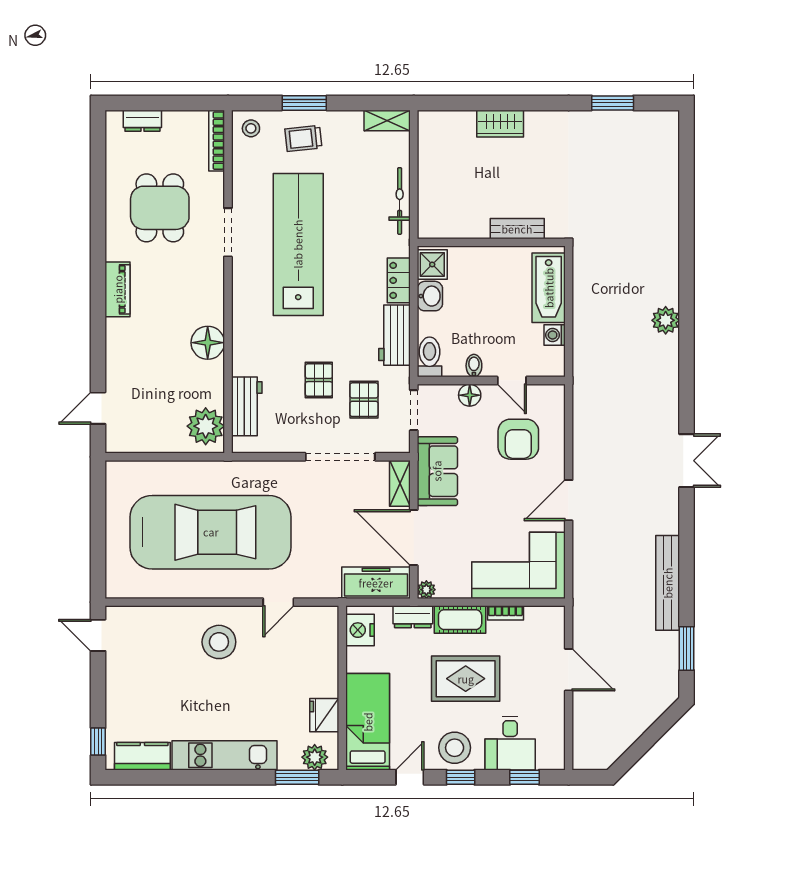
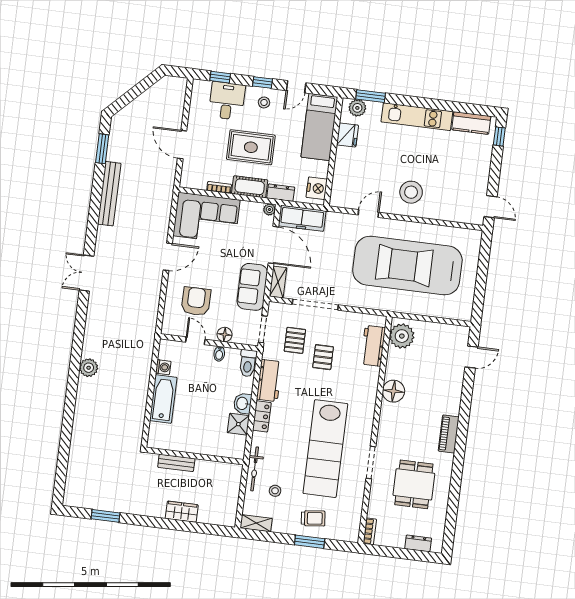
stool: (251, 128) -> (275, 491), moved
bookcase: (217, 141) -> (370, 531), width x0.64
bench: (517, 229) -> (176, 463), moved
wall: (491, 242) -> (195, 456), moved
stool: (455, 748) -> (264, 102), width x0.53, depth x0.53

